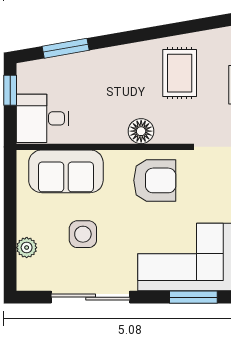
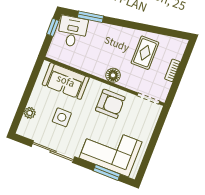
desk: (42, 118) -> (72, 32), moved, turned 80

